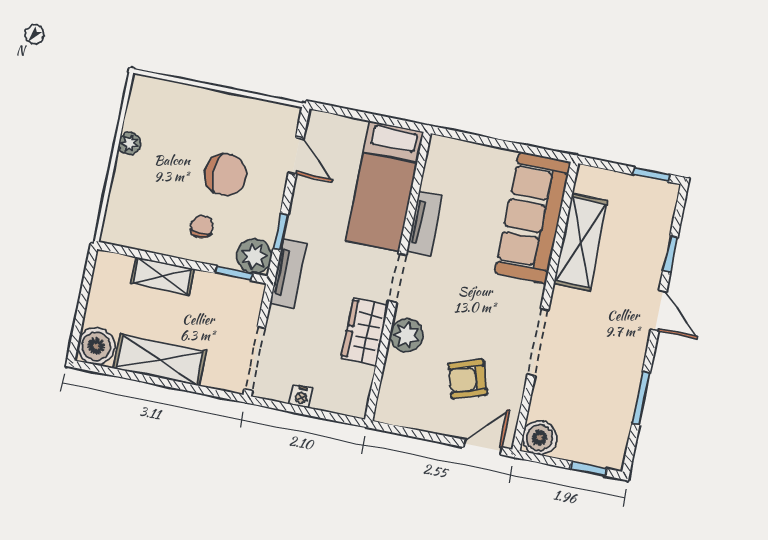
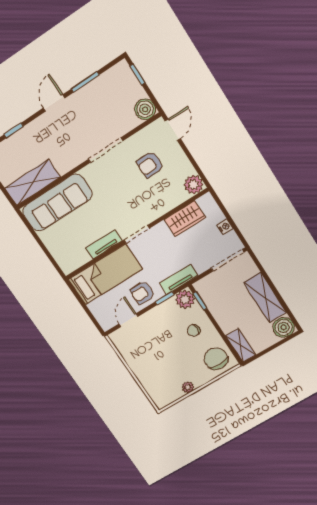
chair: (226, 175) -> (216, 359), moved
armchair: (315, 210) -> (142, 293), added
shelving: (581, 242) -> (32, 183), moved
shelving: (163, 276) -> (241, 345), moved
door: (659, 311) -> (54, 103), moved
wardrobe: (365, 331) -> (185, 218), moved
plant: (406, 335) -> (194, 185), moved
armchair: (468, 379) -> (150, 165), turned 108
door: (483, 447) -> (173, 130), swing flipped

